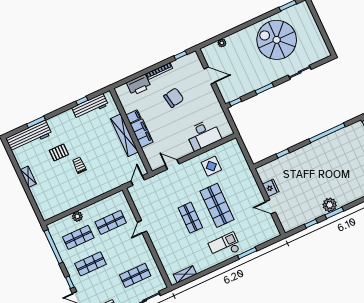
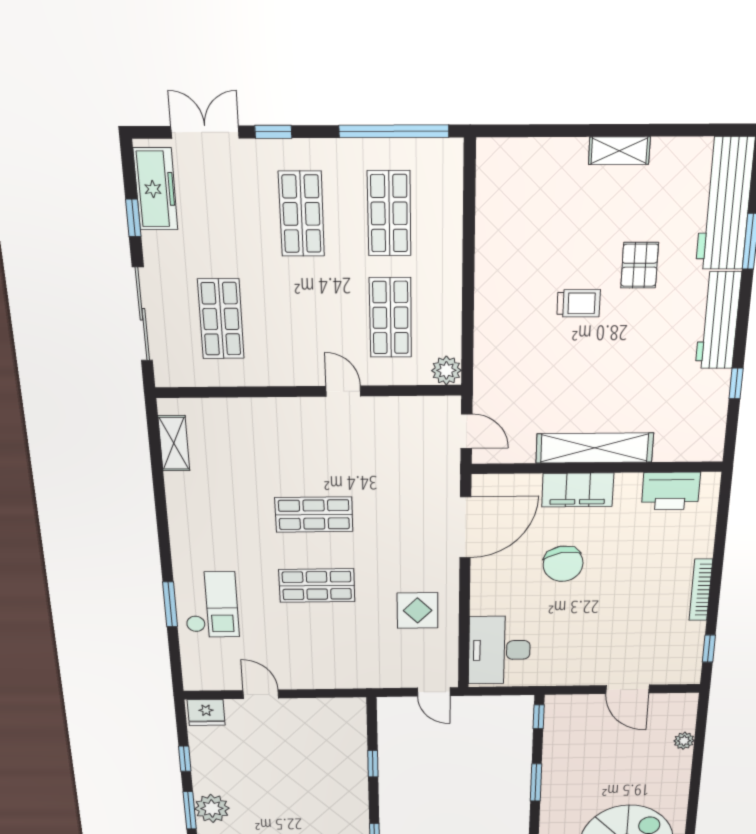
door: (210, 75) -> (628, 689), hinge flipped
printer: (139, 85) -> (671, 491), moved, turned -90
chair: (174, 98) -> (563, 564), moved
workbench: (90, 106) -> (718, 321), moved
filing cabinet: (133, 117) -> (628, 488), removed
desk: (203, 135) -> (499, 650), moved
door: (242, 145) -> (434, 692), added
door: (172, 164) -> (465, 527), width x1.87
fridge: (271, 188) -> (206, 712), moved
shop shelf: (217, 205) -> (317, 586), width x0.70, depth x0.74
door: (270, 207) -> (261, 694), hinge flipped
plant: (77, 216) -> (446, 370), moved
checkout: (225, 246) -> (211, 605), moved

